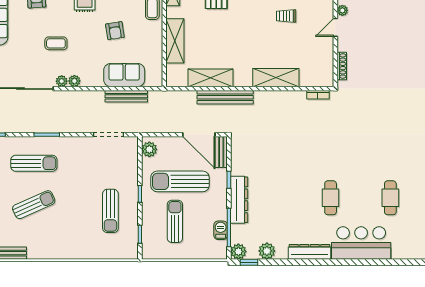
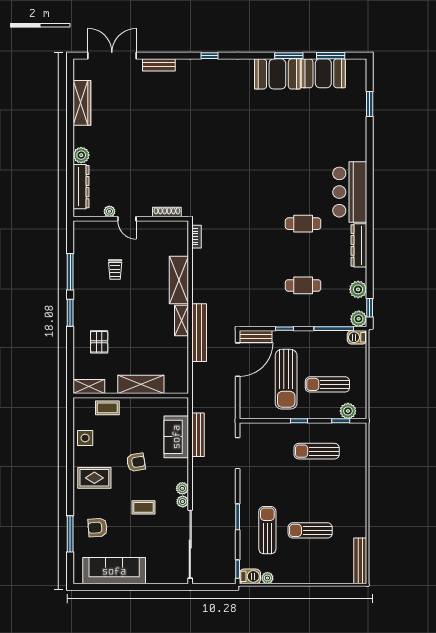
armchair: (115, 31) -> (136, 462), moved
coffee table: (56, 43) -> (143, 507), turned 90
shelving: (211, 78) -> (181, 320), moved, width x0.67, depth x0.75
plant: (149, 149) -> (348, 411), moved
cafe table: (390, 198) -> (303, 285), moved
dresser: (239, 200) -> (305, 318), removed
sun lounger: (34, 205) -> (310, 530), turned -66
sun lounger: (110, 211) -> (317, 451), turned 180
barbecue: (221, 230) -> (357, 337), moved

